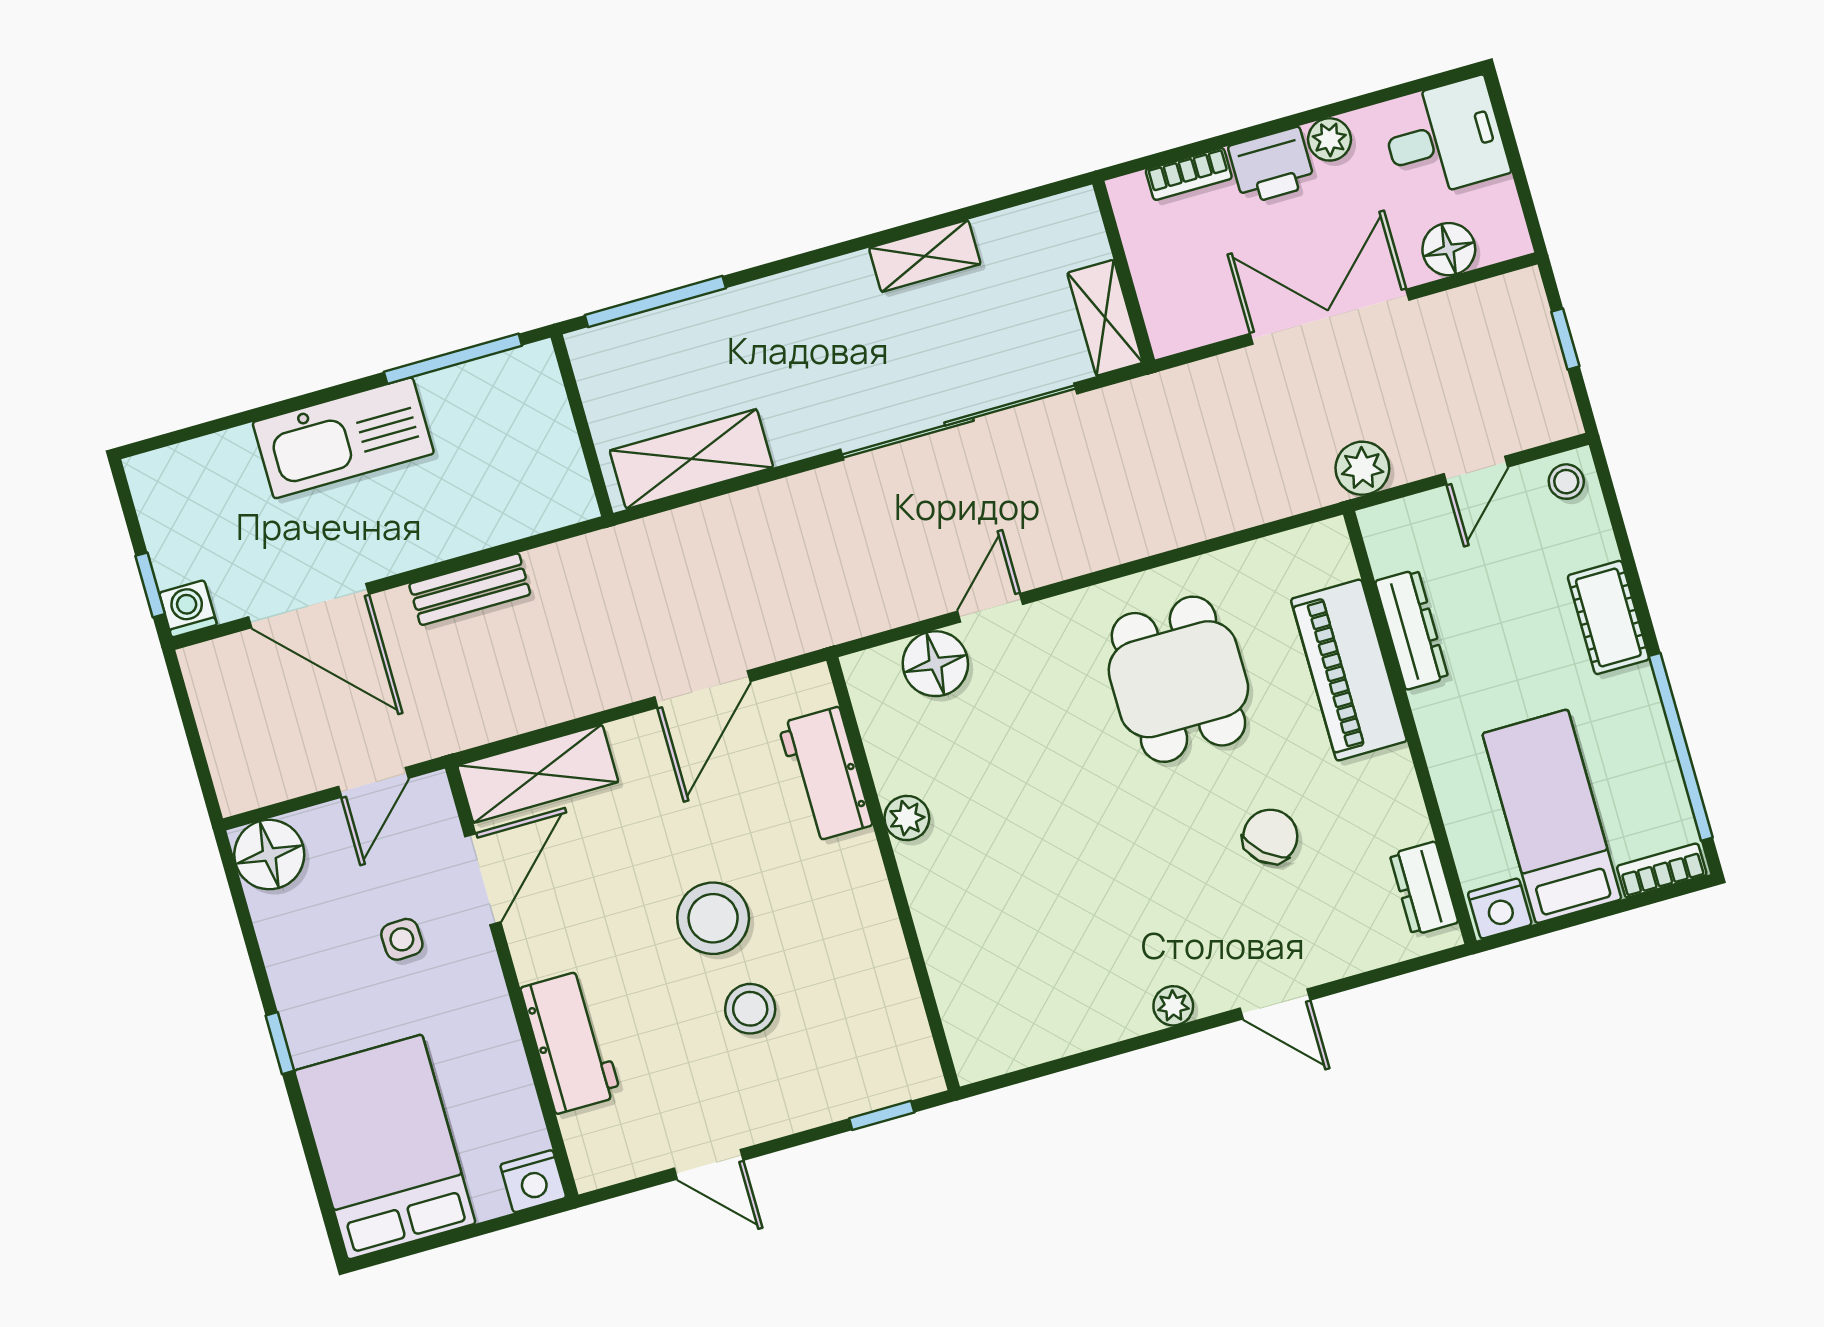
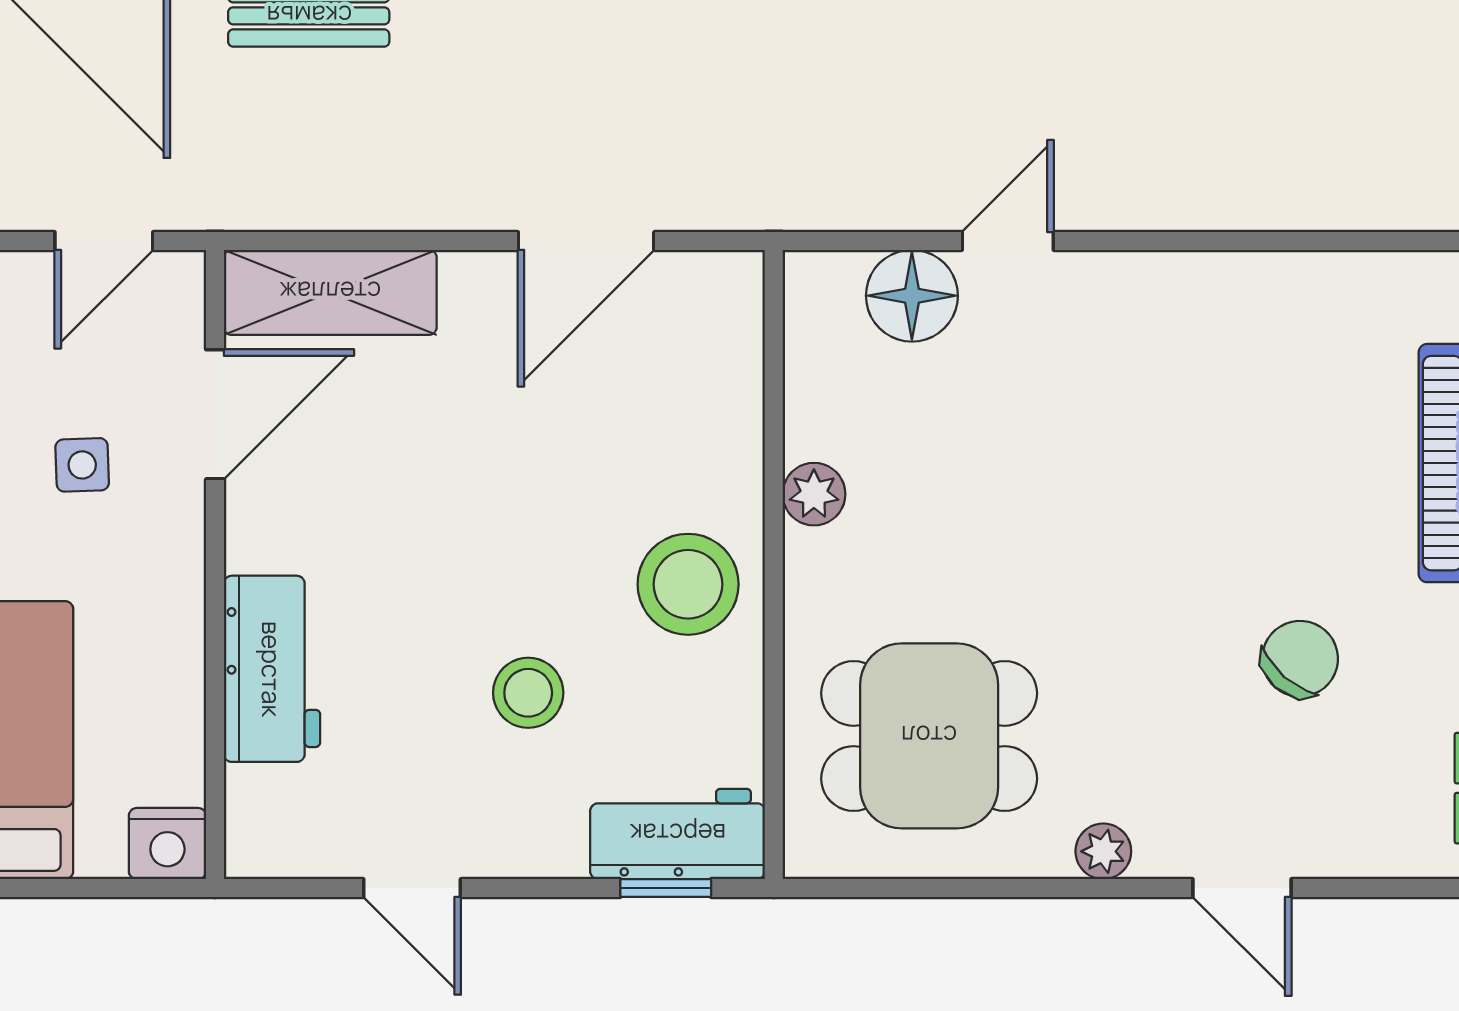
dining table: (1178, 679) -> (929, 736), moved, turned 90
workbench: (825, 774) -> (678, 834), moved, turned 90
stool: (713, 918) -> (688, 584), moved

